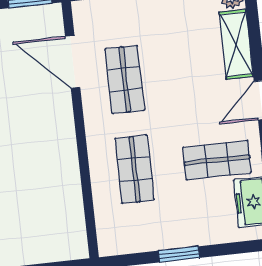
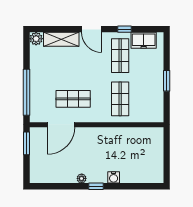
shop shelf: (135, 169) -> (120, 99), turned 90

